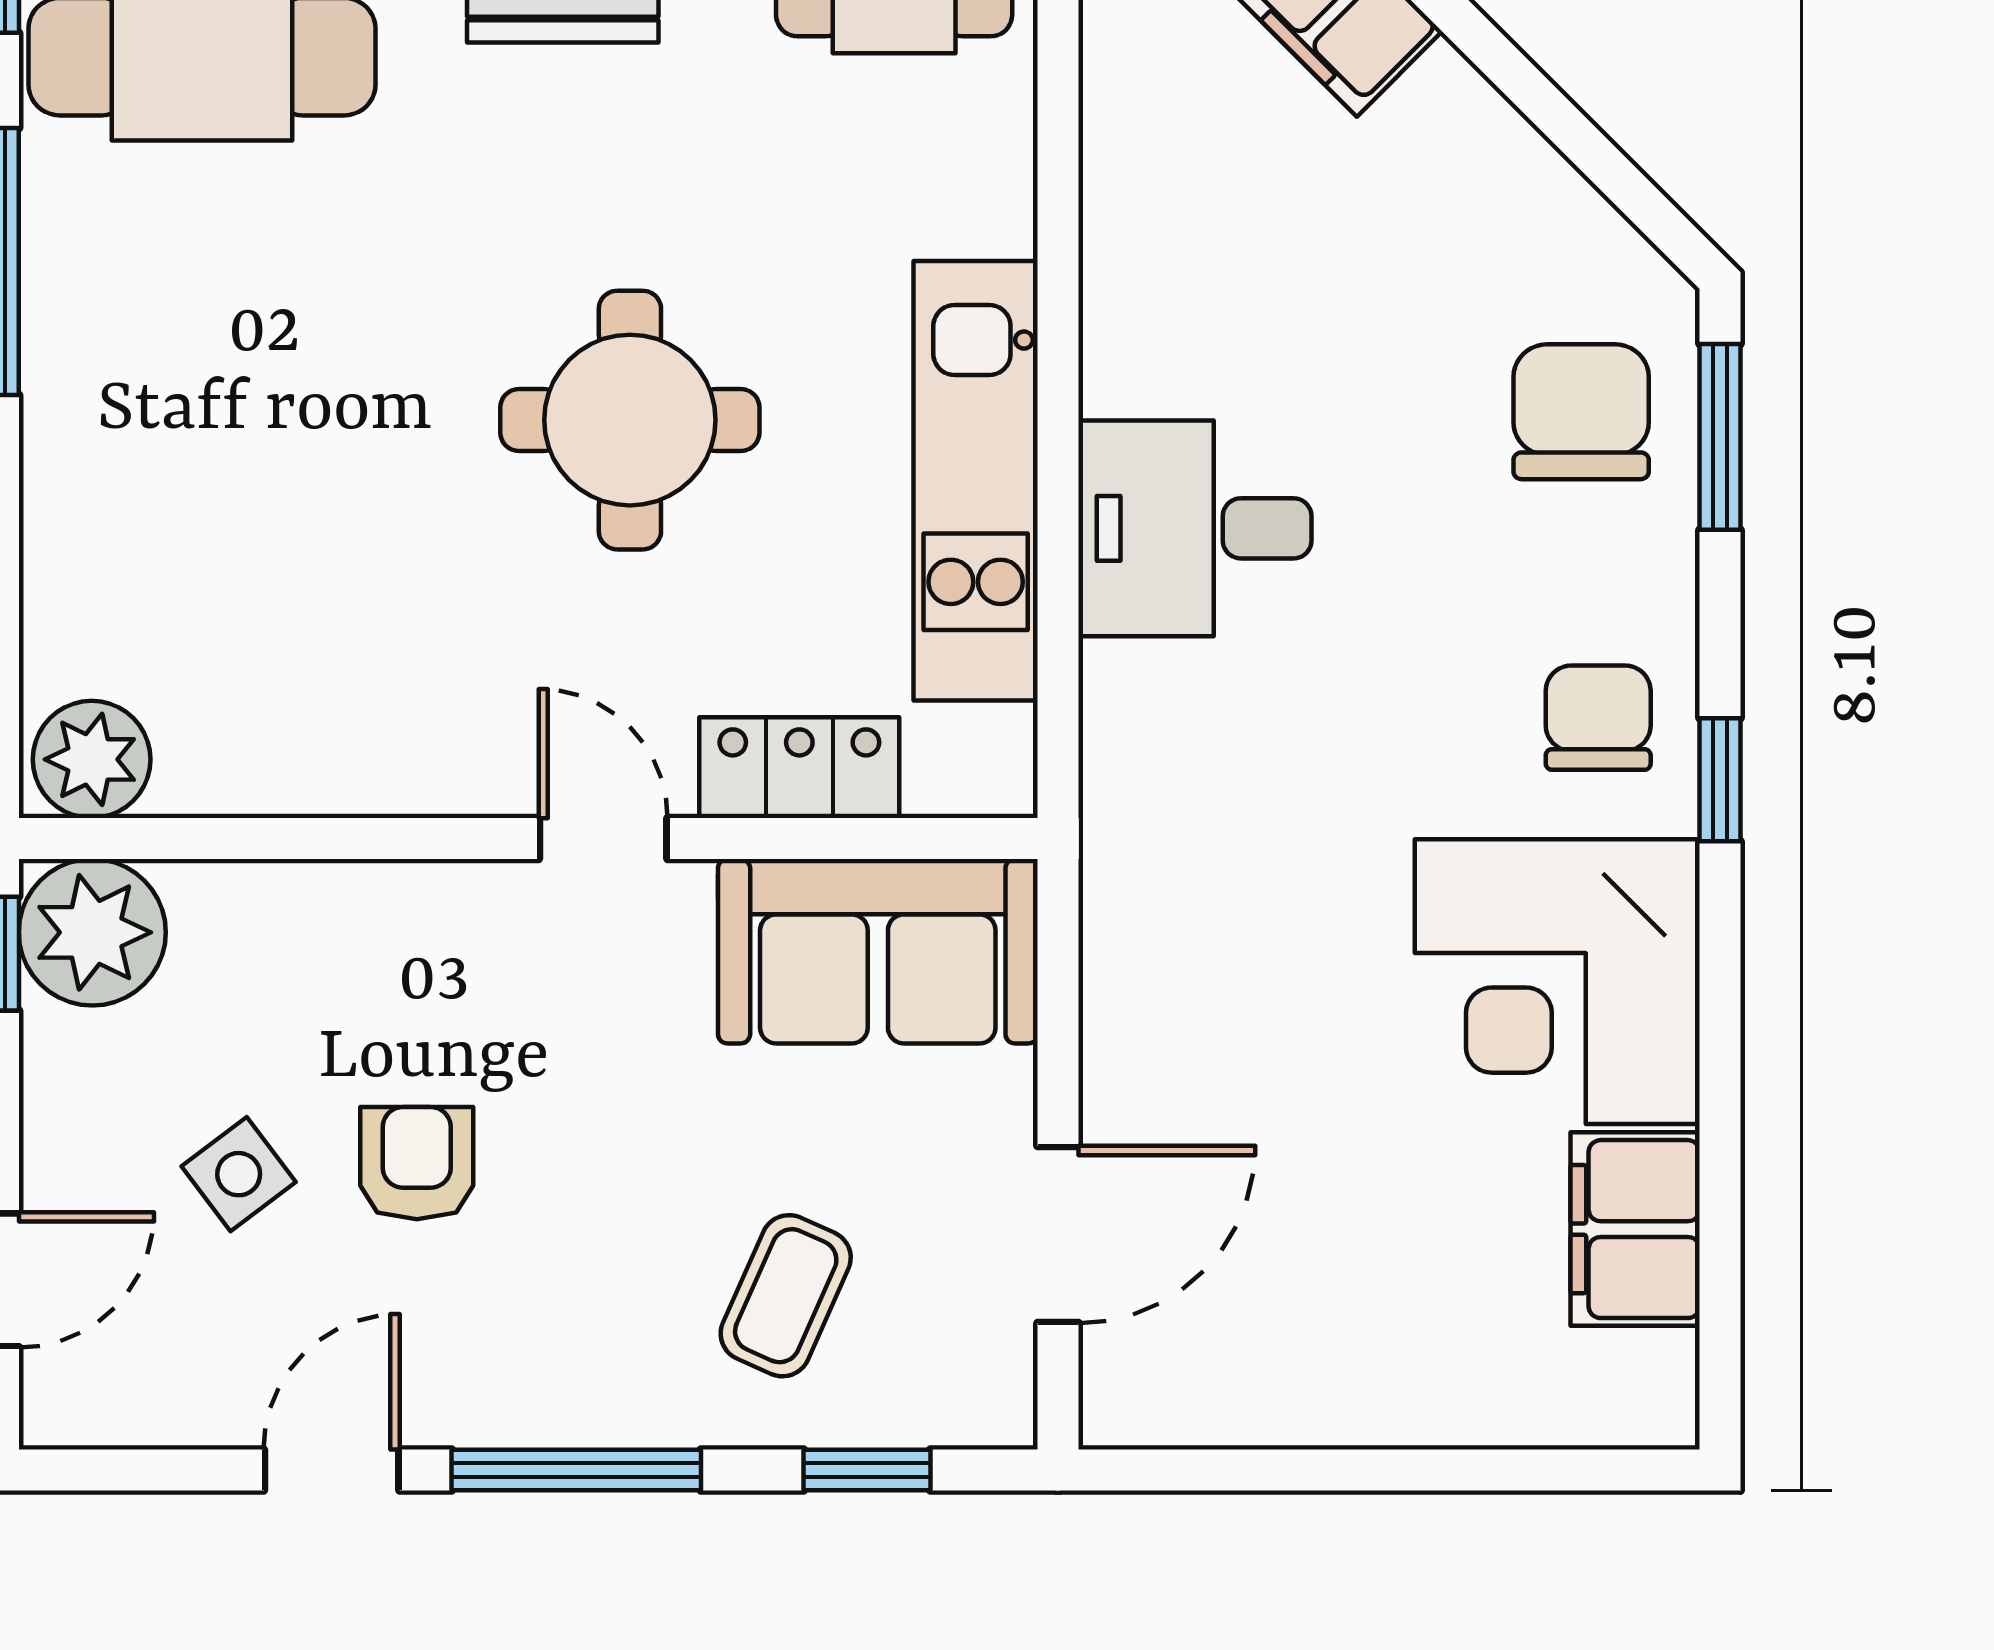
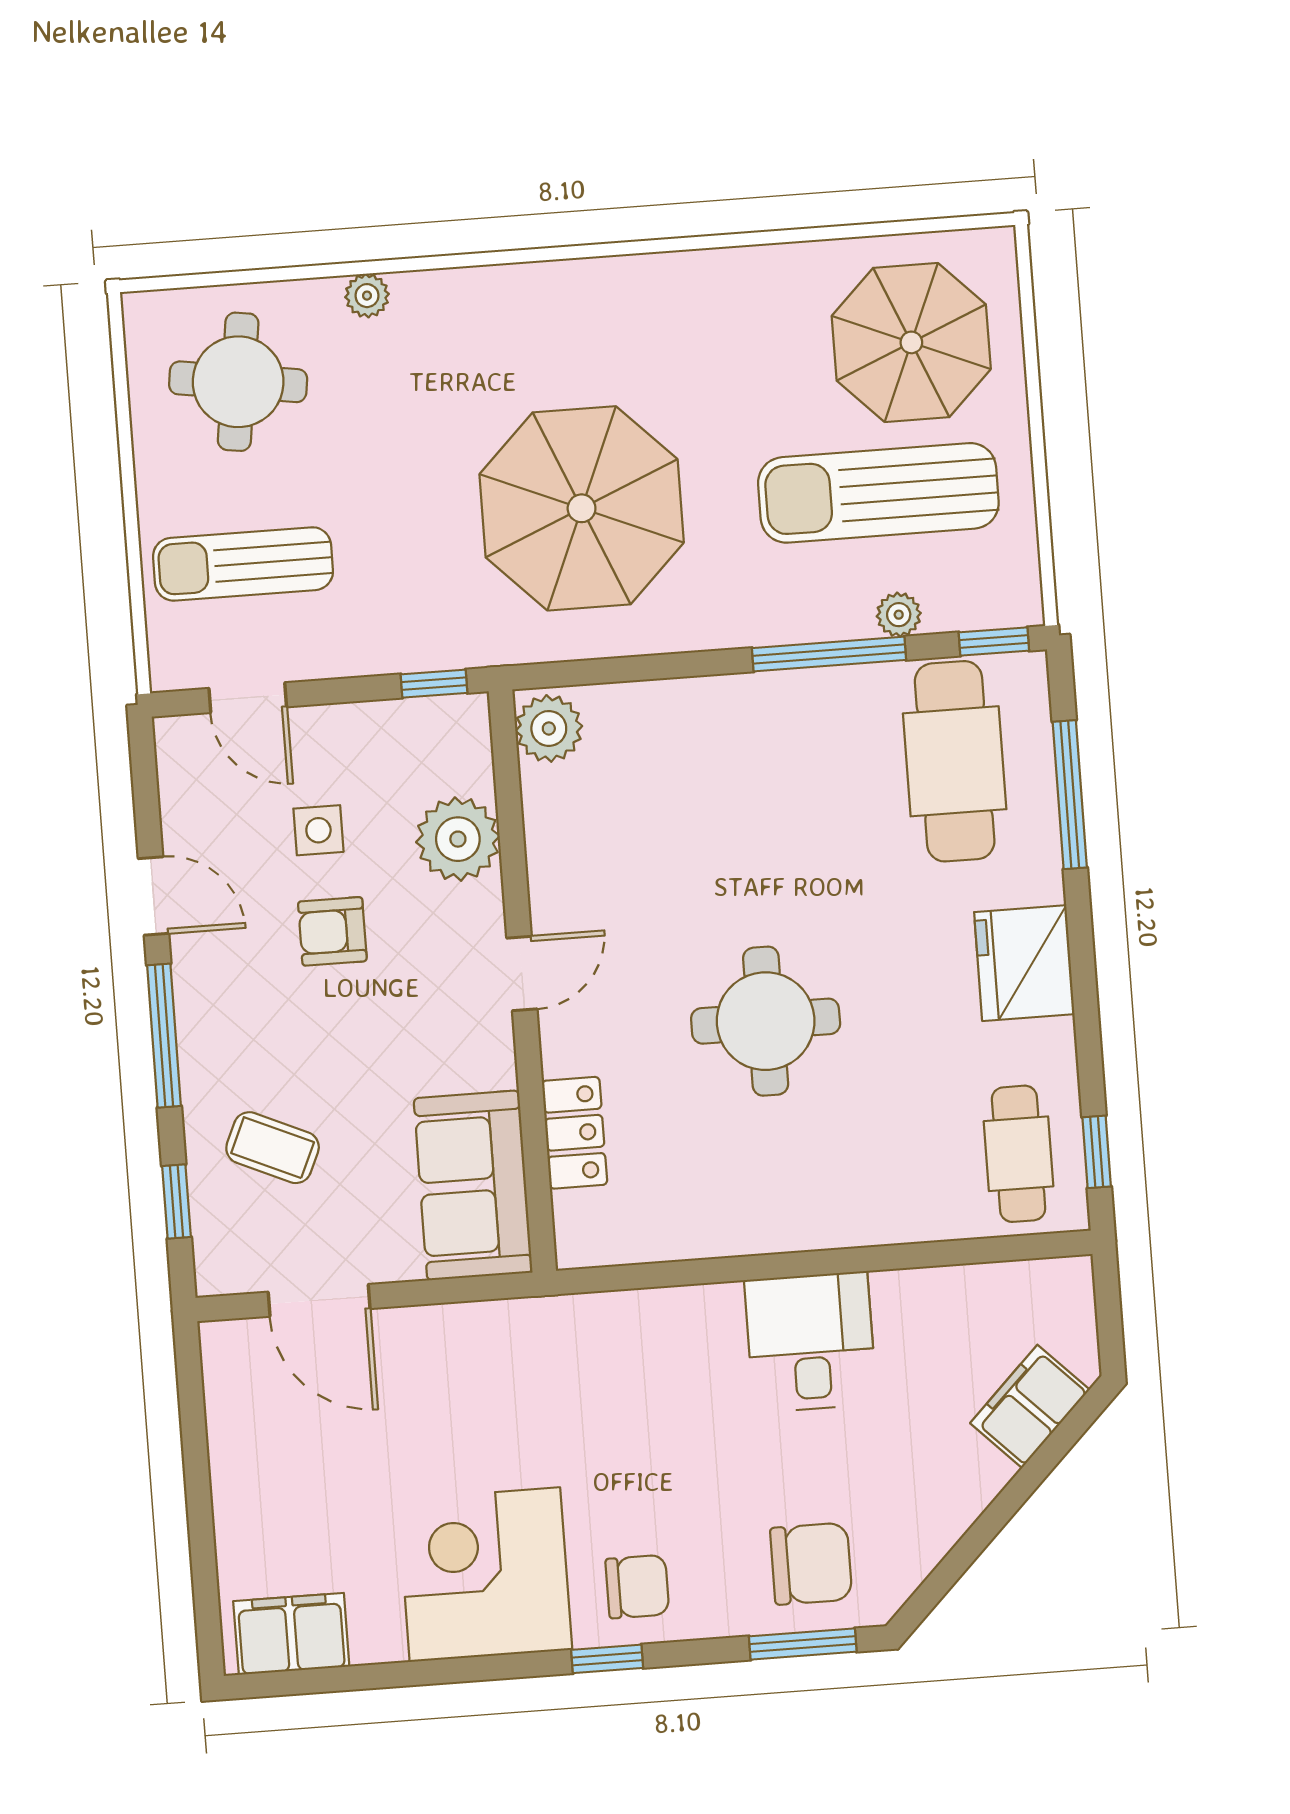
kitchen unit: (976, 481) -> (746, 1221), removed
desk: (1195, 528) -> (811, 1342), moved
door: (603, 838) -> (522, 974), moved
plant: (92, 932) -> (458, 839), moved
armchair: (417, 1163) -> (332, 931), turned 180
side table: (239, 1174) -> (318, 830), turned 37
filing cabinet: (1635, 1229) -> (291, 1634), moved

